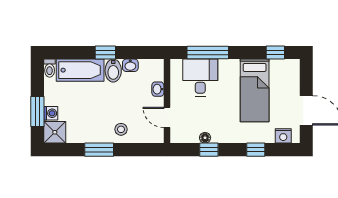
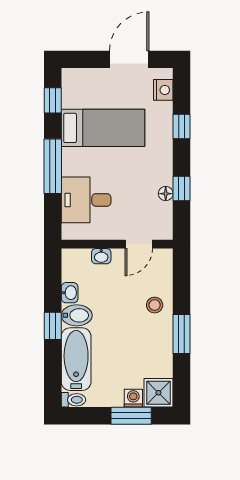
window: (208, 52) -> (53, 166), moved

